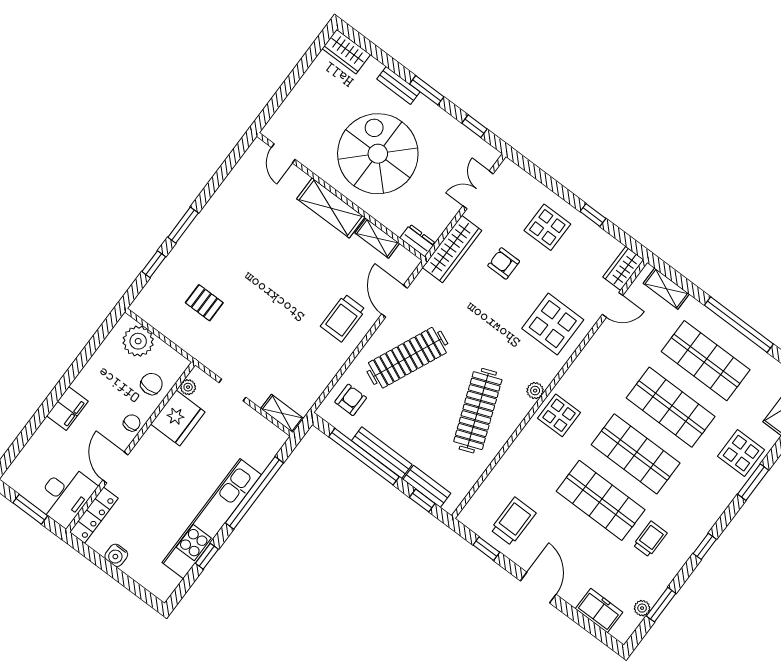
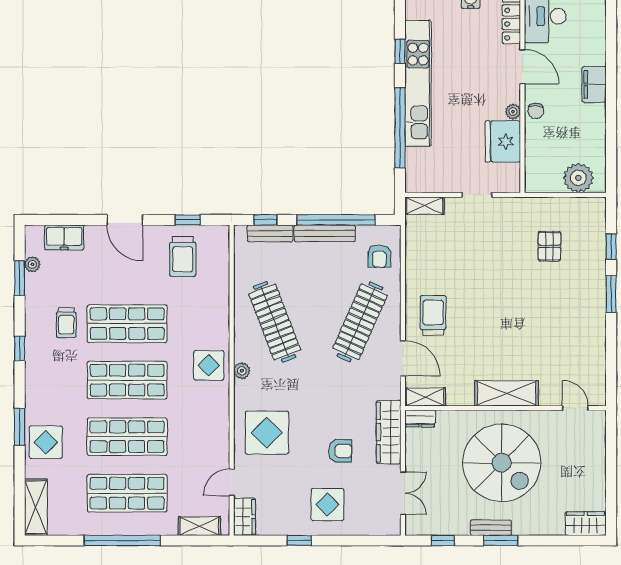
bench: (398, 85) -> (491, 528), moved
shelving: (377, 238) -> (425, 397), moved
pallet: (204, 303) -> (549, 246), turned 90
chair: (151, 384) -> (543, 153), removed
plant: (188, 387) -> (513, 112), moved

